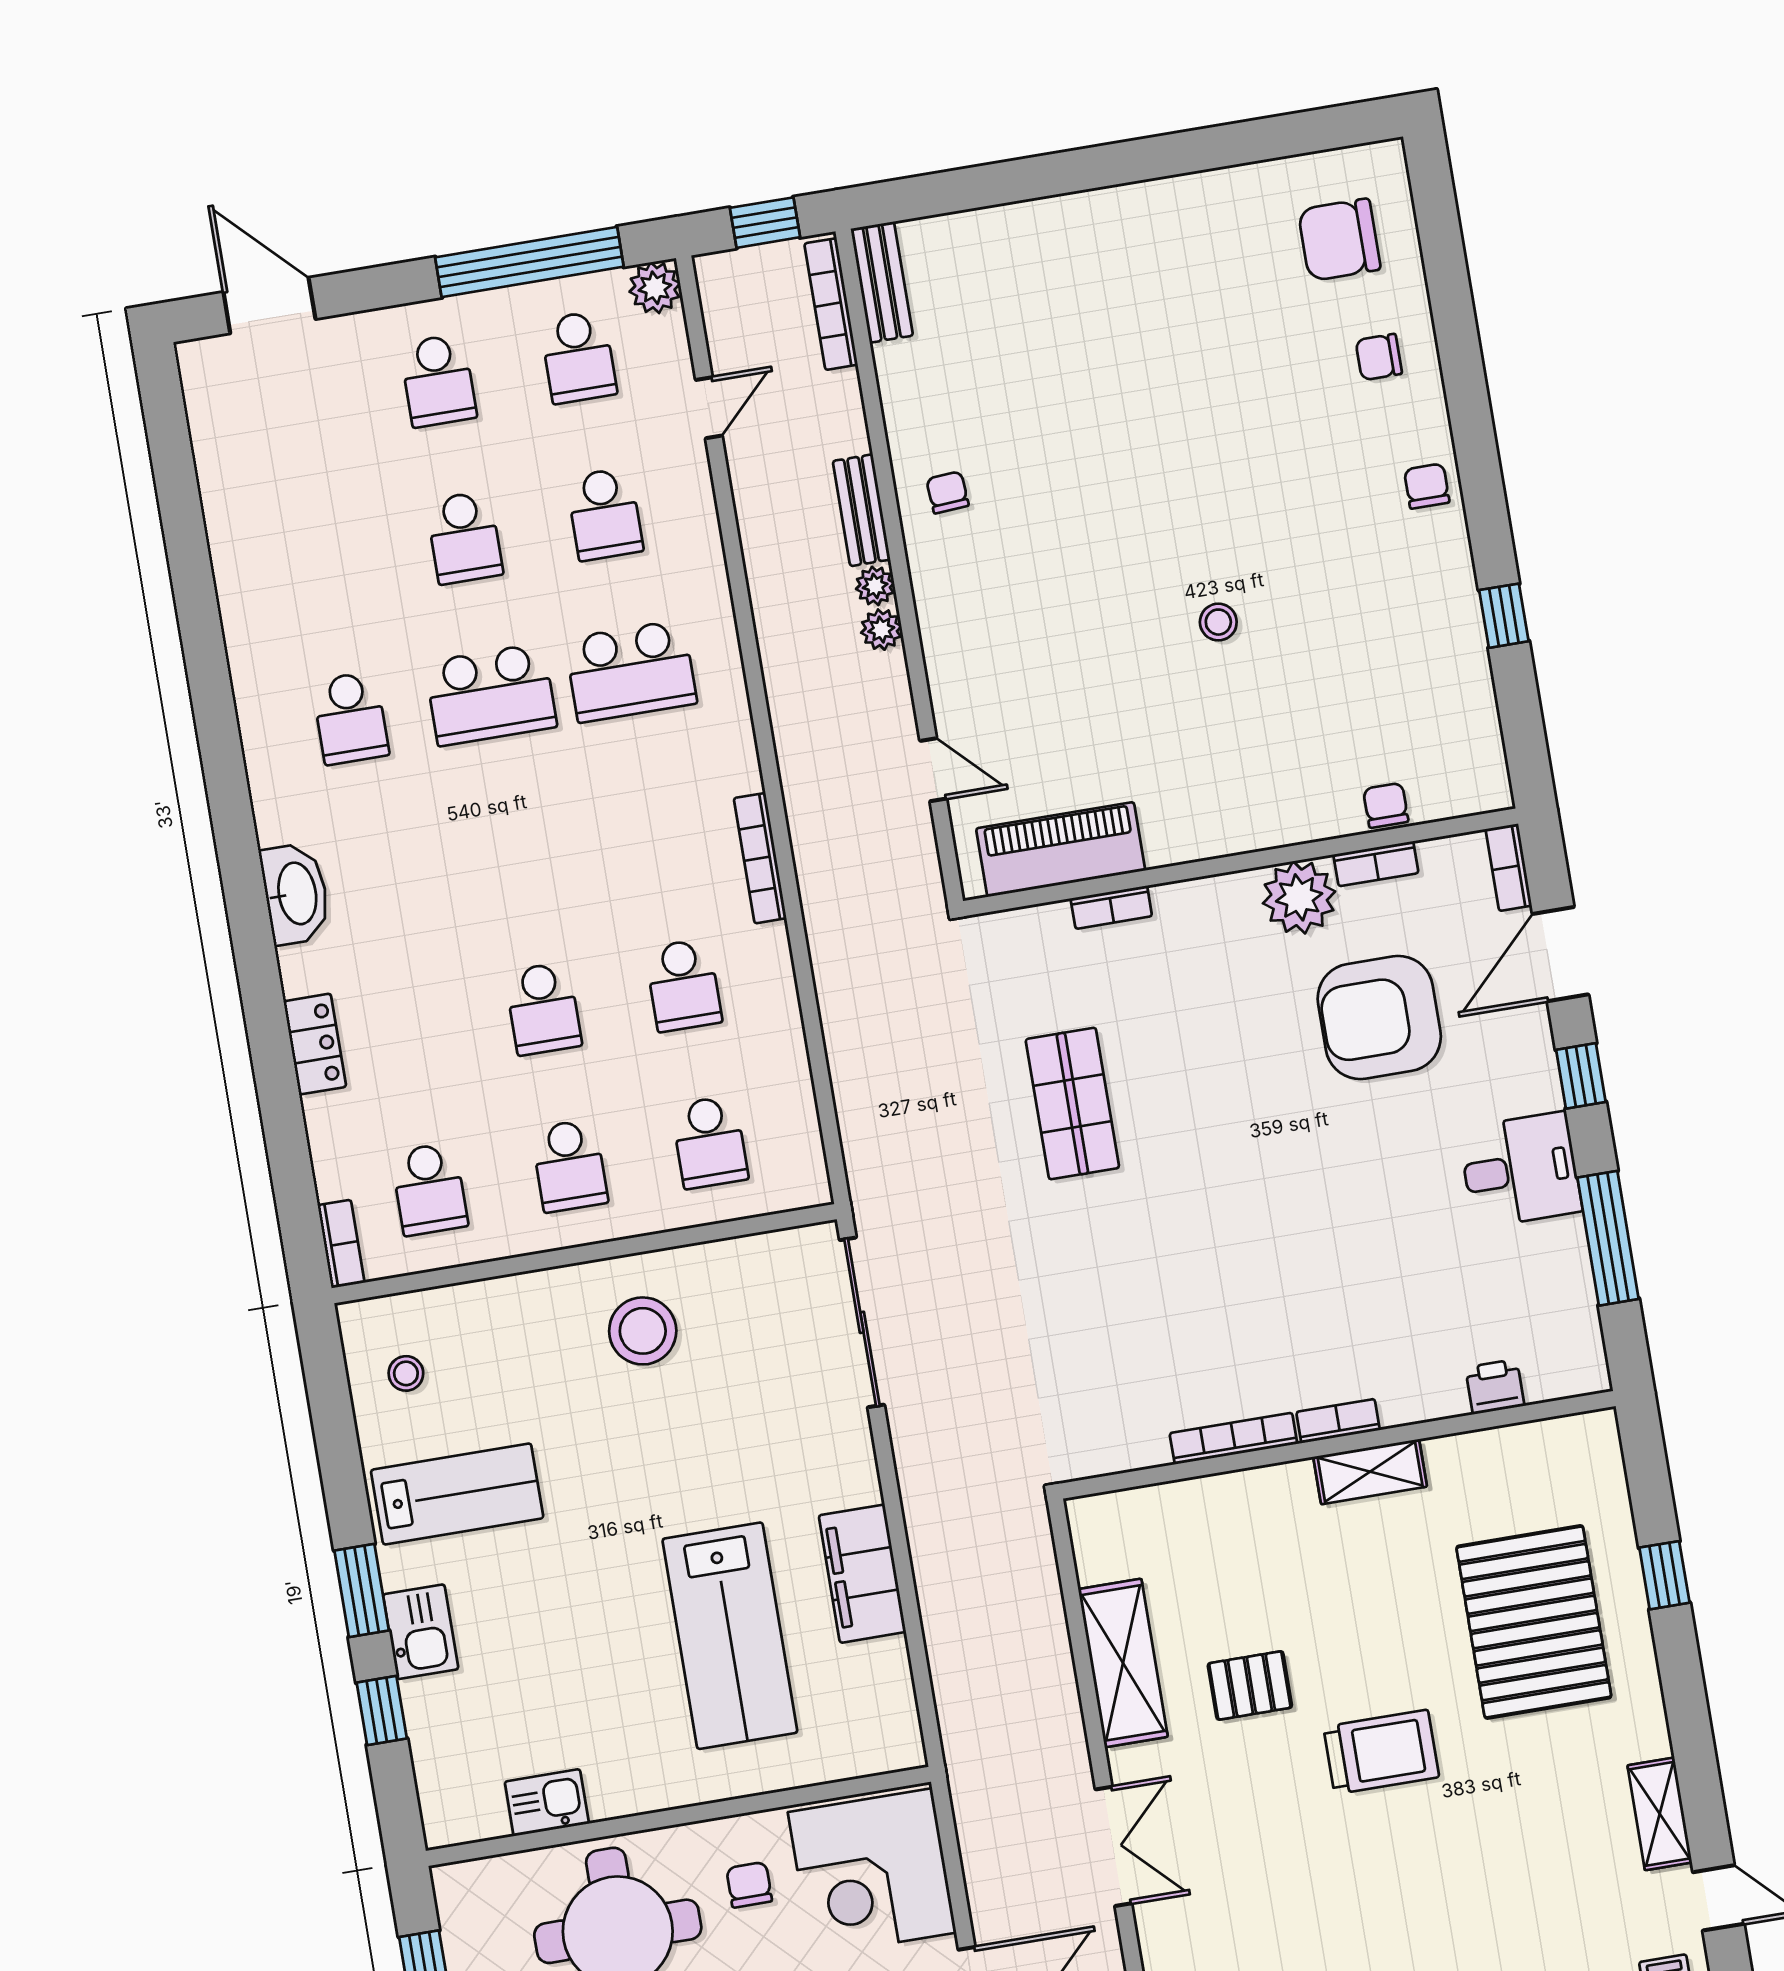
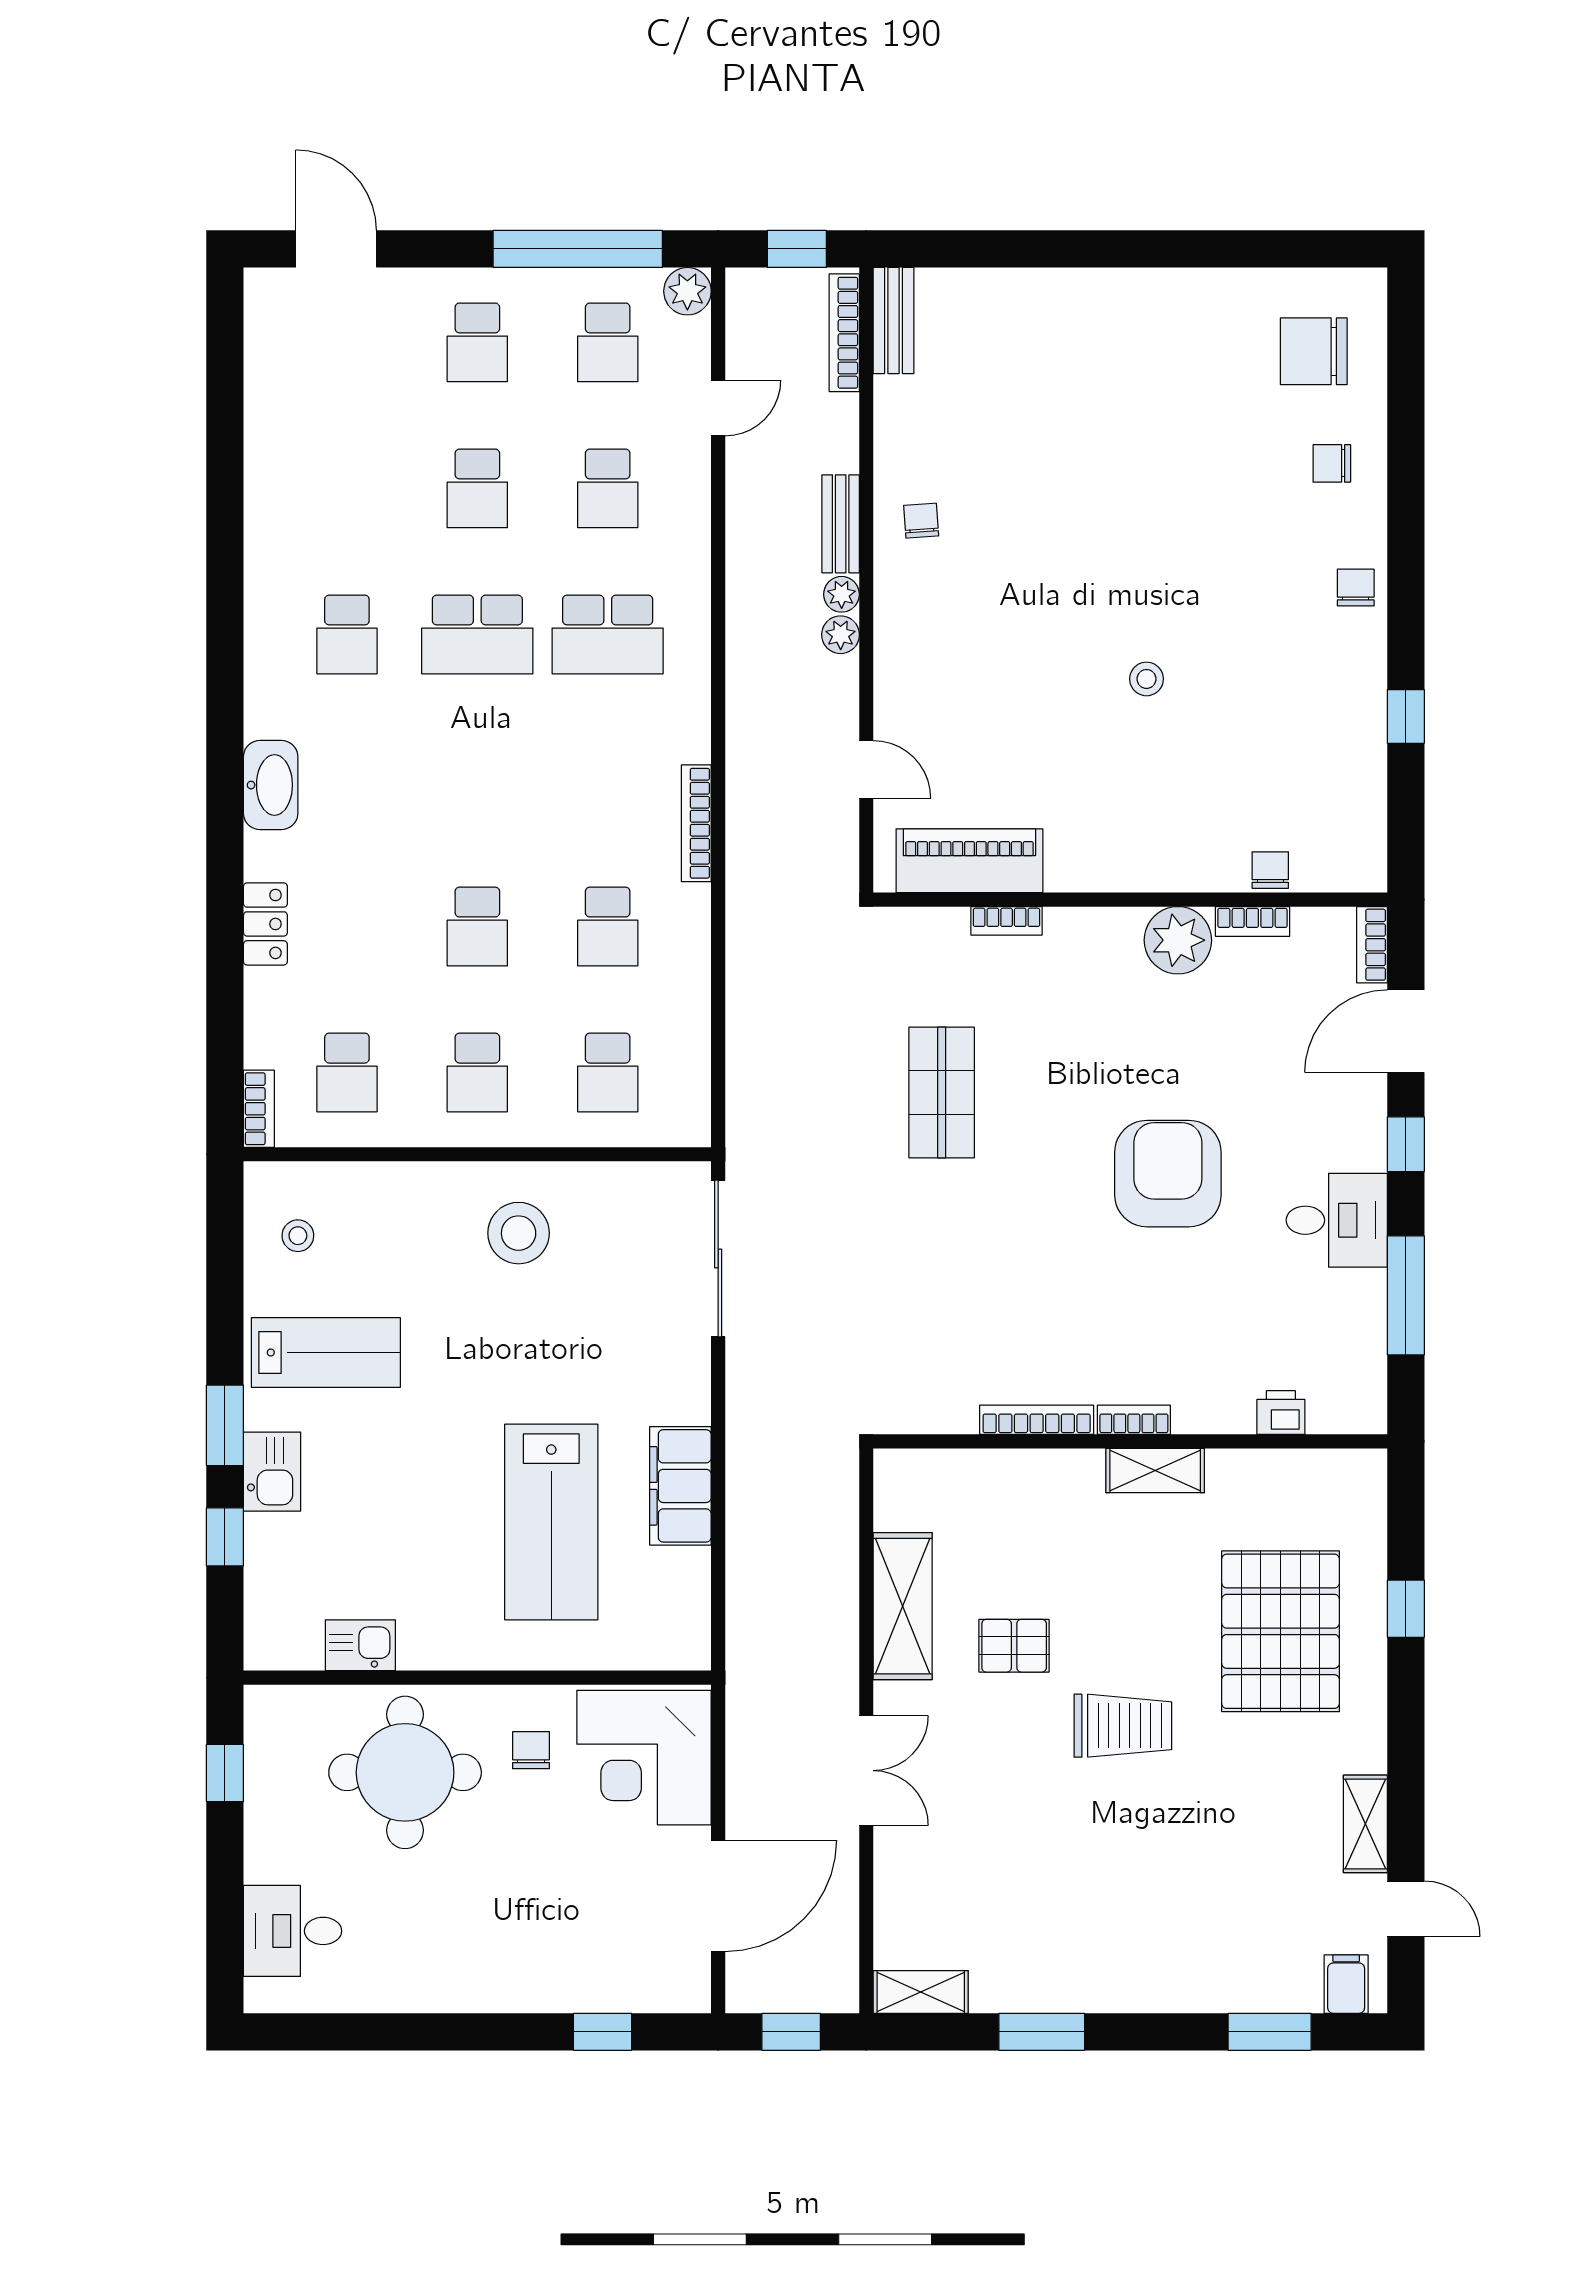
armchair: (1379, 1018) -> (1168, 1174), moved, turned 90

